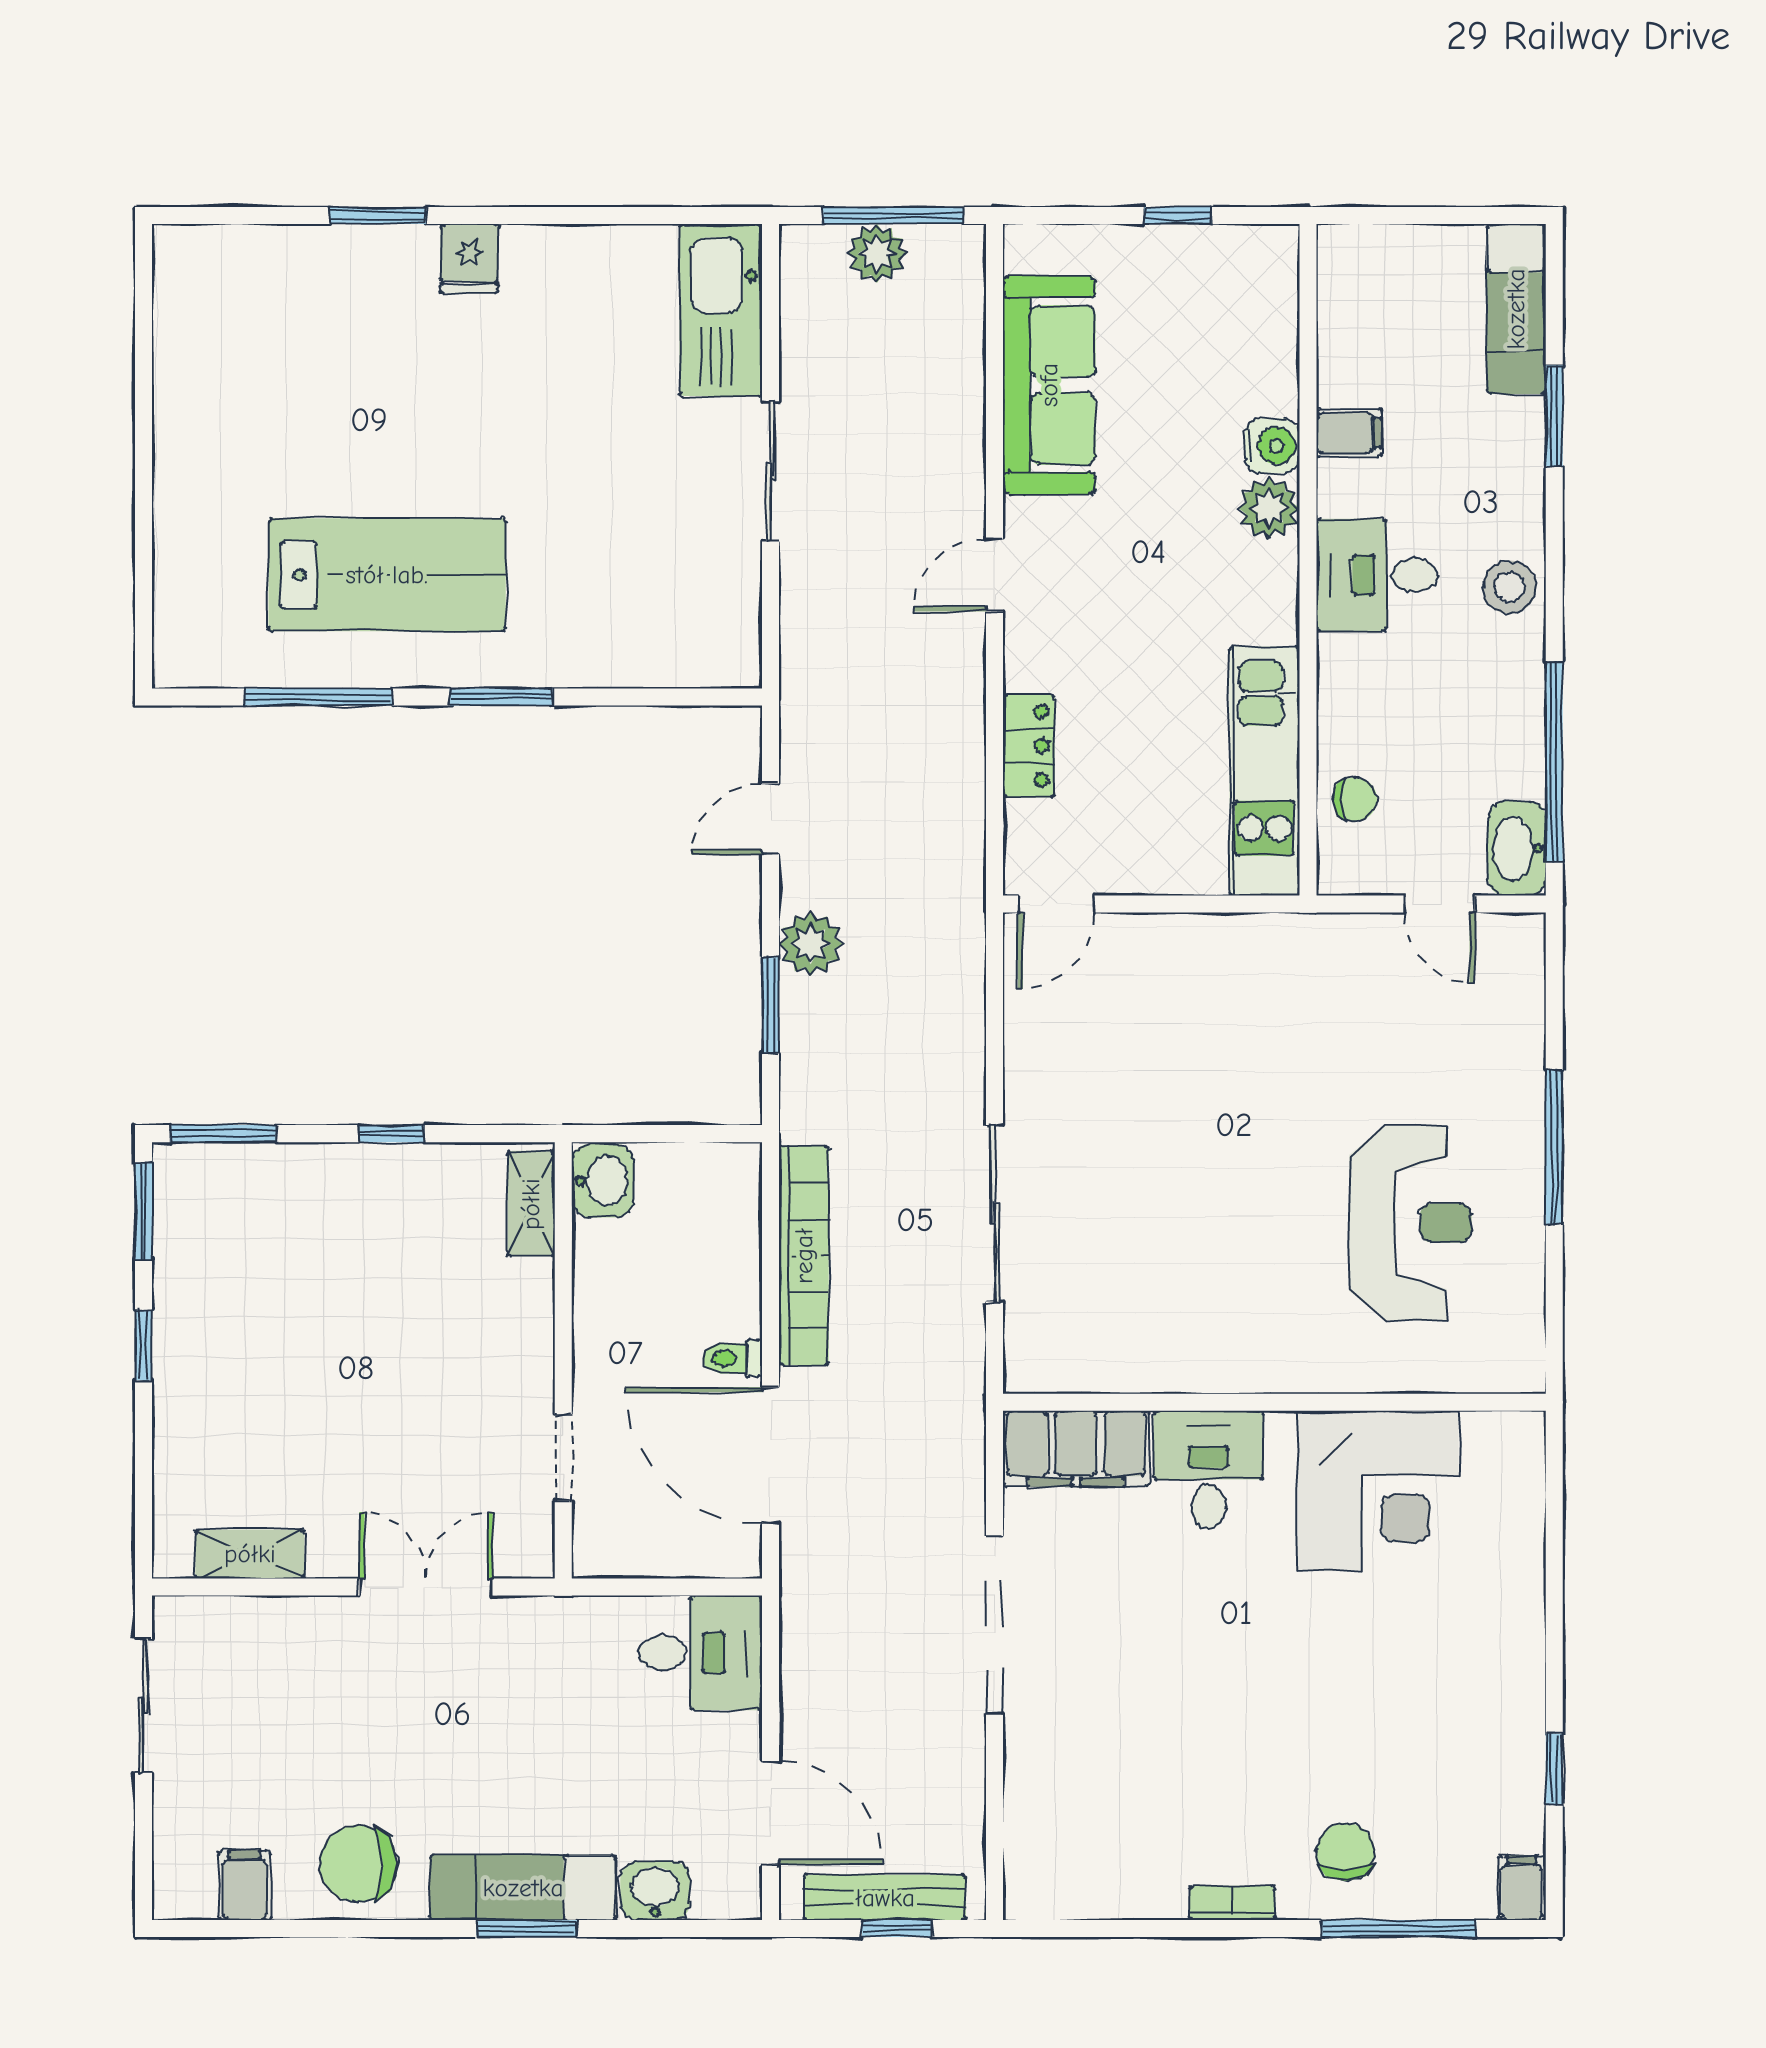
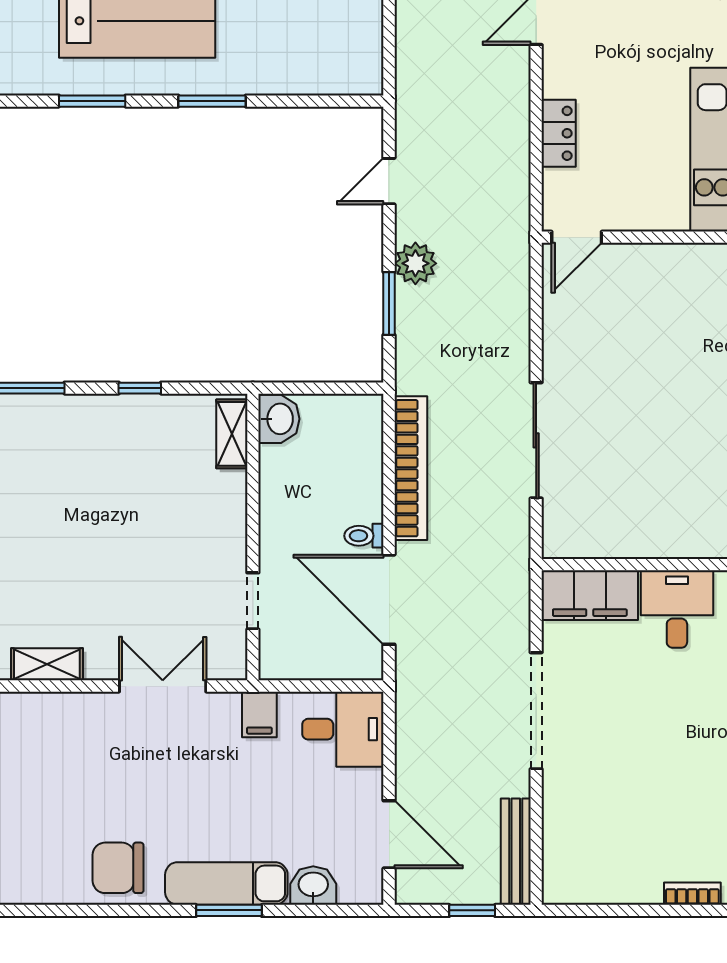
window: (319, 697) -> (92, 101), width x0.69
filing cabinet: (245, 1885) -> (259, 714), moved, turned 180
bench: (885, 1898) -> (516, 852), moved, turned 90

